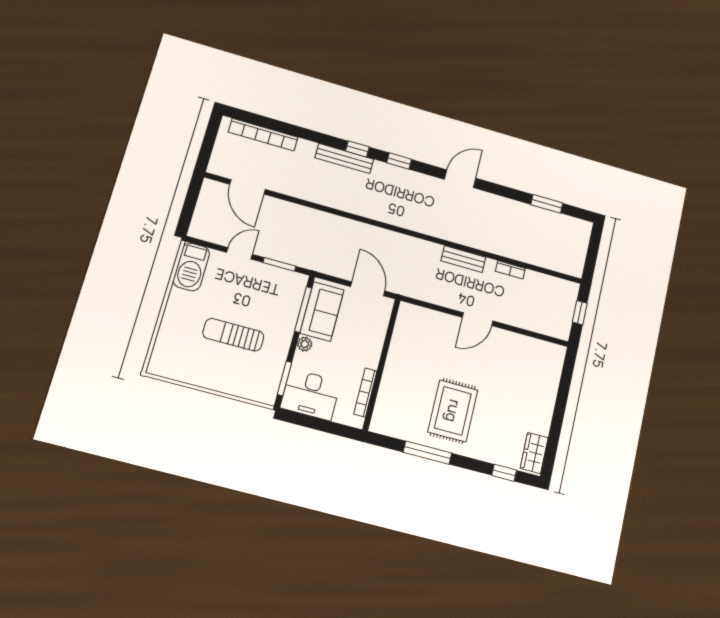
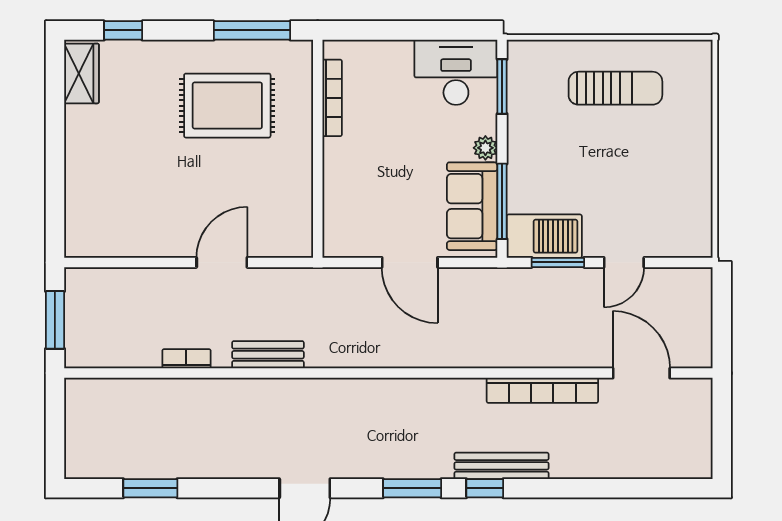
bookcase: (263, 135) -> (542, 390), moved, turned 180
window: (399, 161) -> (412, 488), width x1.50
barbecue: (191, 267) -> (544, 236), moved, turned 90
window: (580, 313) -> (55, 320), width x1.50
sun lounger: (233, 335) -> (615, 88), moved
wall: (382, 364) -> (318, 149), moved
bookcase: (365, 392) -> (332, 98), moved
rug: (453, 411) -> (227, 106), turned 90

